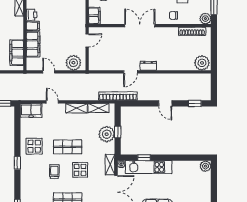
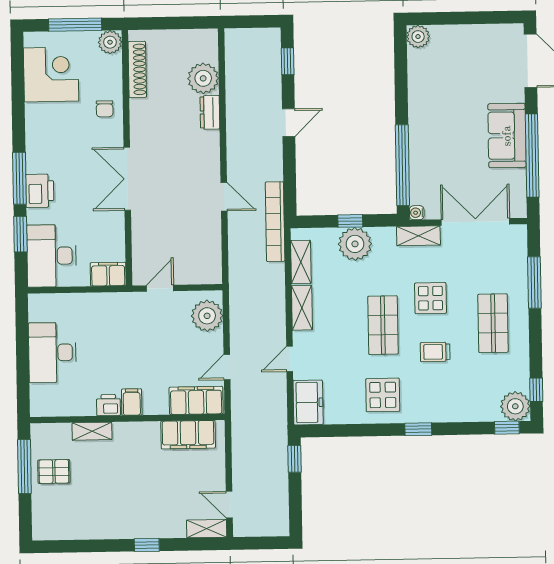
door: (87, 40) -> (160, 288), hinge flipped
filing cabinet: (33, 44) -> (196, 400), moved
plant: (202, 63) -> (203, 78), moved
dresser: (148, 66) -> (210, 112), moved
window: (144, 158) -> (402, 165), width x3.17
kitchen unit: (149, 167) -> (422, 155), removed

